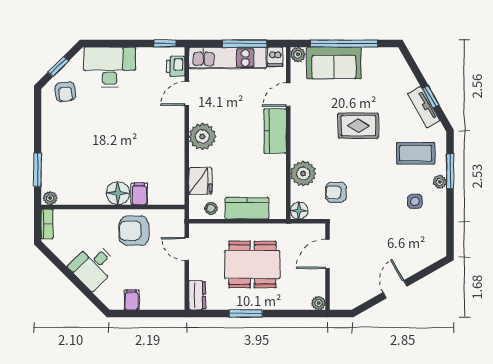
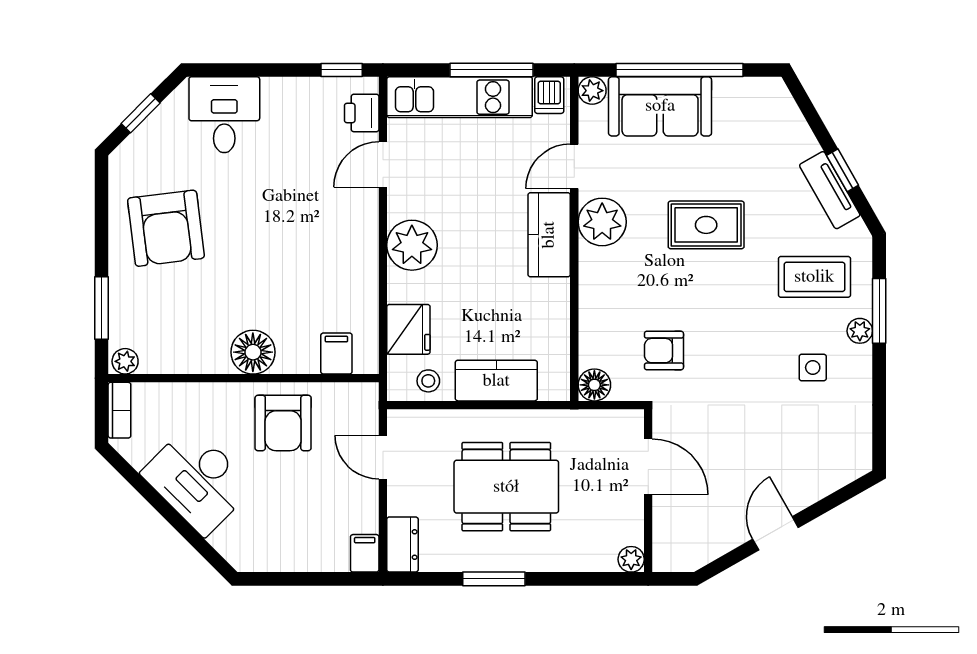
desk: (110, 67) -> (224, 115), width x0.73
armchair: (65, 92) -> (166, 228), moved, width x1.88, depth x1.88
plant: (303, 174) -> (602, 222), moved
filing cabinet: (139, 194) -> (336, 353), moved
armchair: (134, 231) -> (283, 423), turned -90
door: (328, 254) -> (648, 467), swing flipped
desk: (93, 266) -> (197, 480), width x1.37
filing cabinet: (132, 300) -> (365, 553), moved

